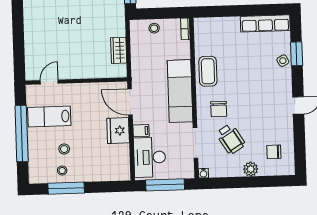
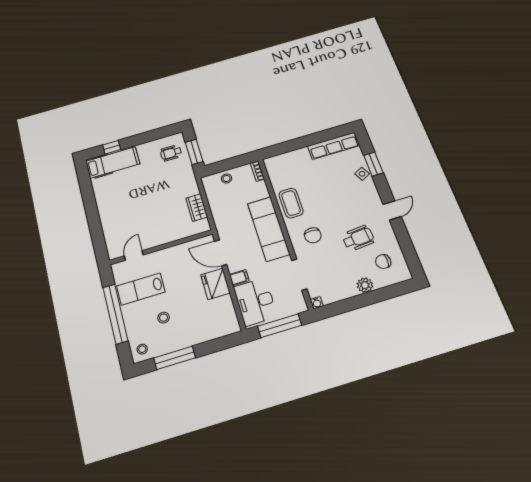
wheelchair: (231, 139) -> (358, 238), moved, turned -63
stool: (62, 171) -> (142, 349), moved

